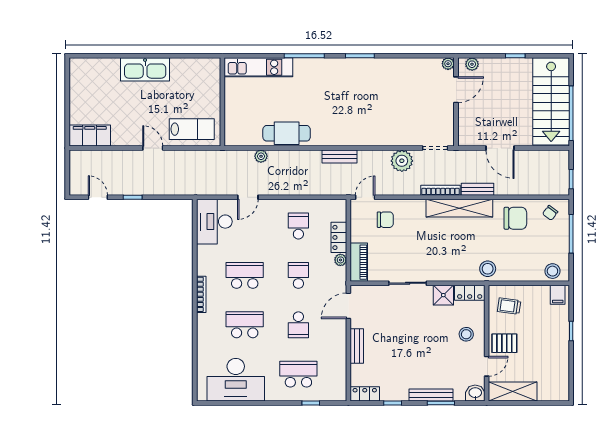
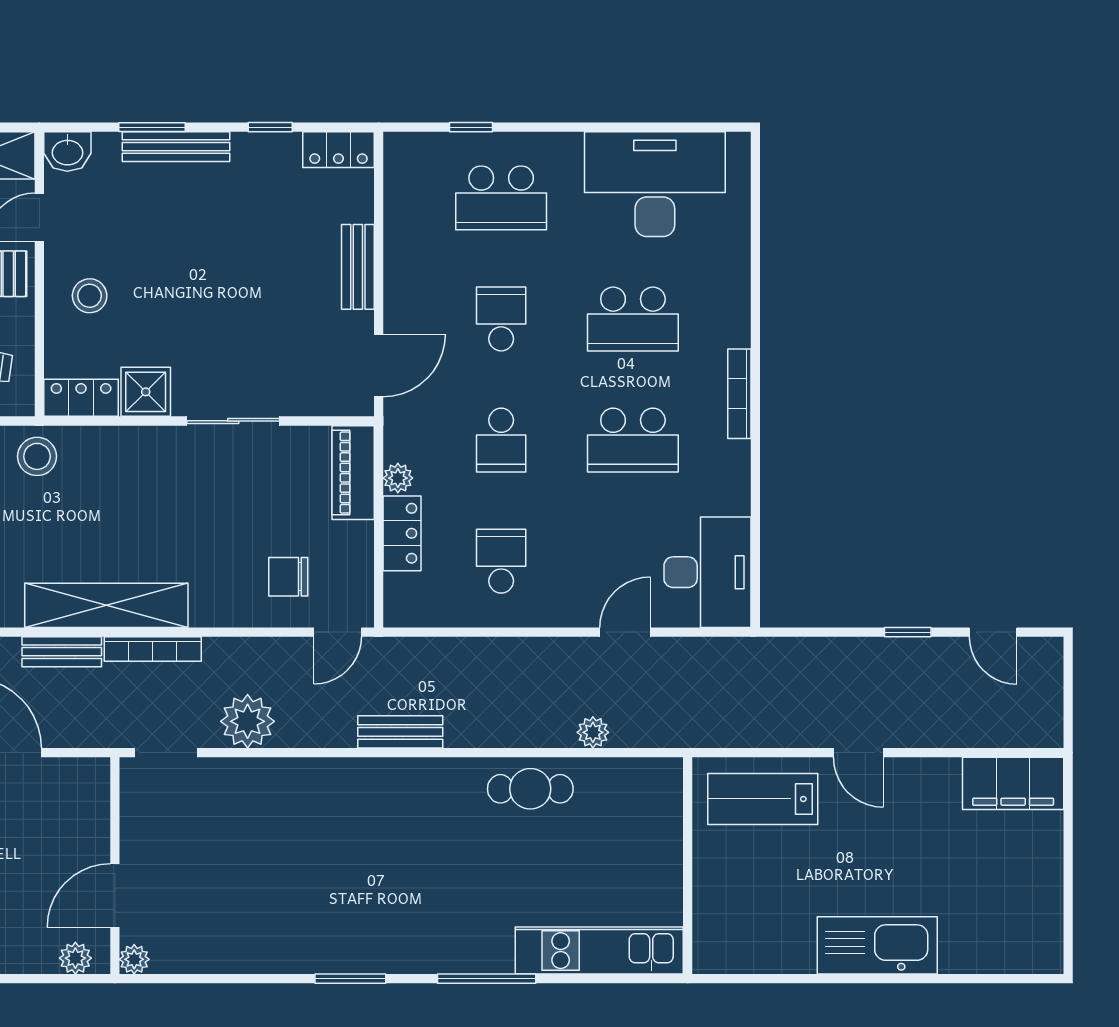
cafe table: (287, 133) -> (530, 789), width x0.73, depth x0.74
school desk: (298, 226) -> (501, 561), turned 180

